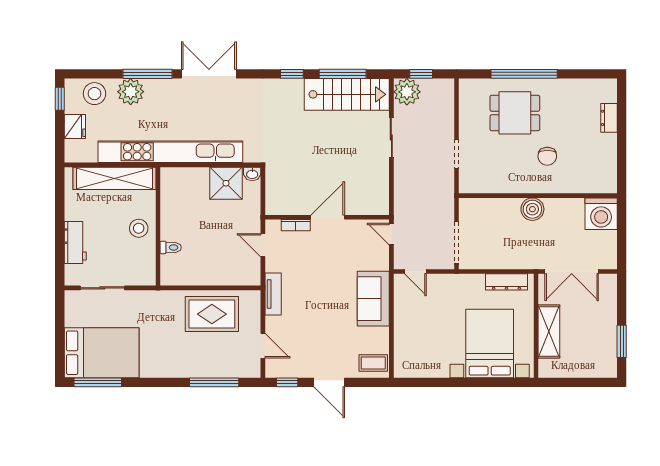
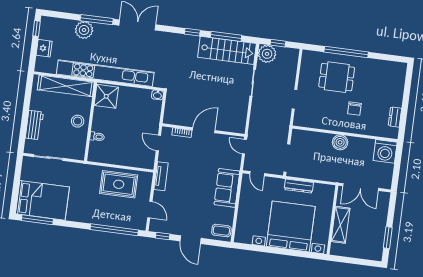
stool: (94, 94) -> (60, 28), removed
dresser: (609, 118) -> (395, 117), moved
shower: (226, 183) -> (106, 96), moved
dresser: (507, 282) -> (299, 186), moved
bed with nightstands: (490, 344) -> (291, 226), width x1.36
window: (214, 382) -> (114, 230), width x1.46

